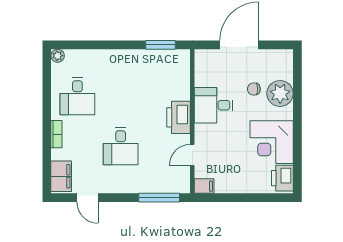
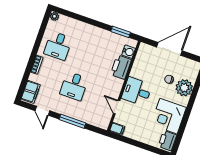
water cooler: (182, 69) -> (129, 52), added
desk: (214, 105) -> (137, 91), moved
printer: (179, 117) -> (121, 67), moved
door: (192, 155) -> (117, 107), hinge flipped
window: (159, 198) -> (72, 121), moved

